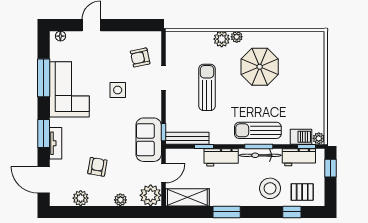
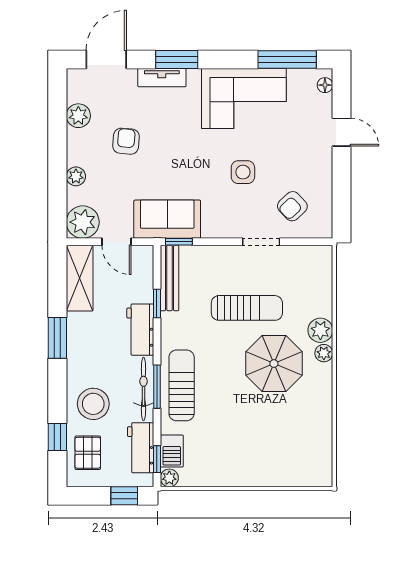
armchair: (140, 57) -> (292, 206), turned -121
parasol: (260, 67) -> (274, 364), moved
window: (44, 78) -> (287, 59), moved
armchair: (97, 167) -> (126, 141), turned -95

